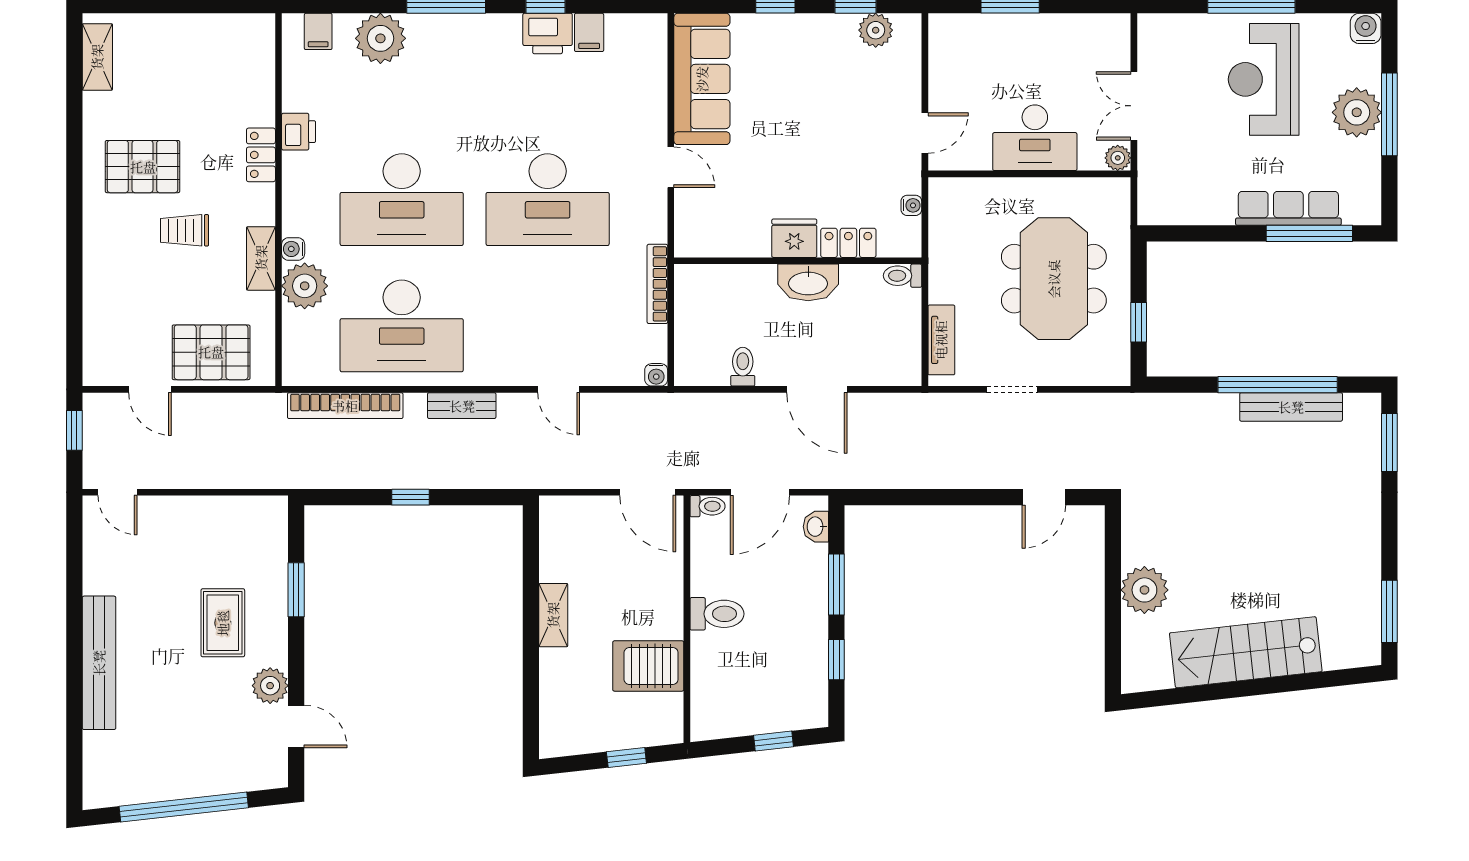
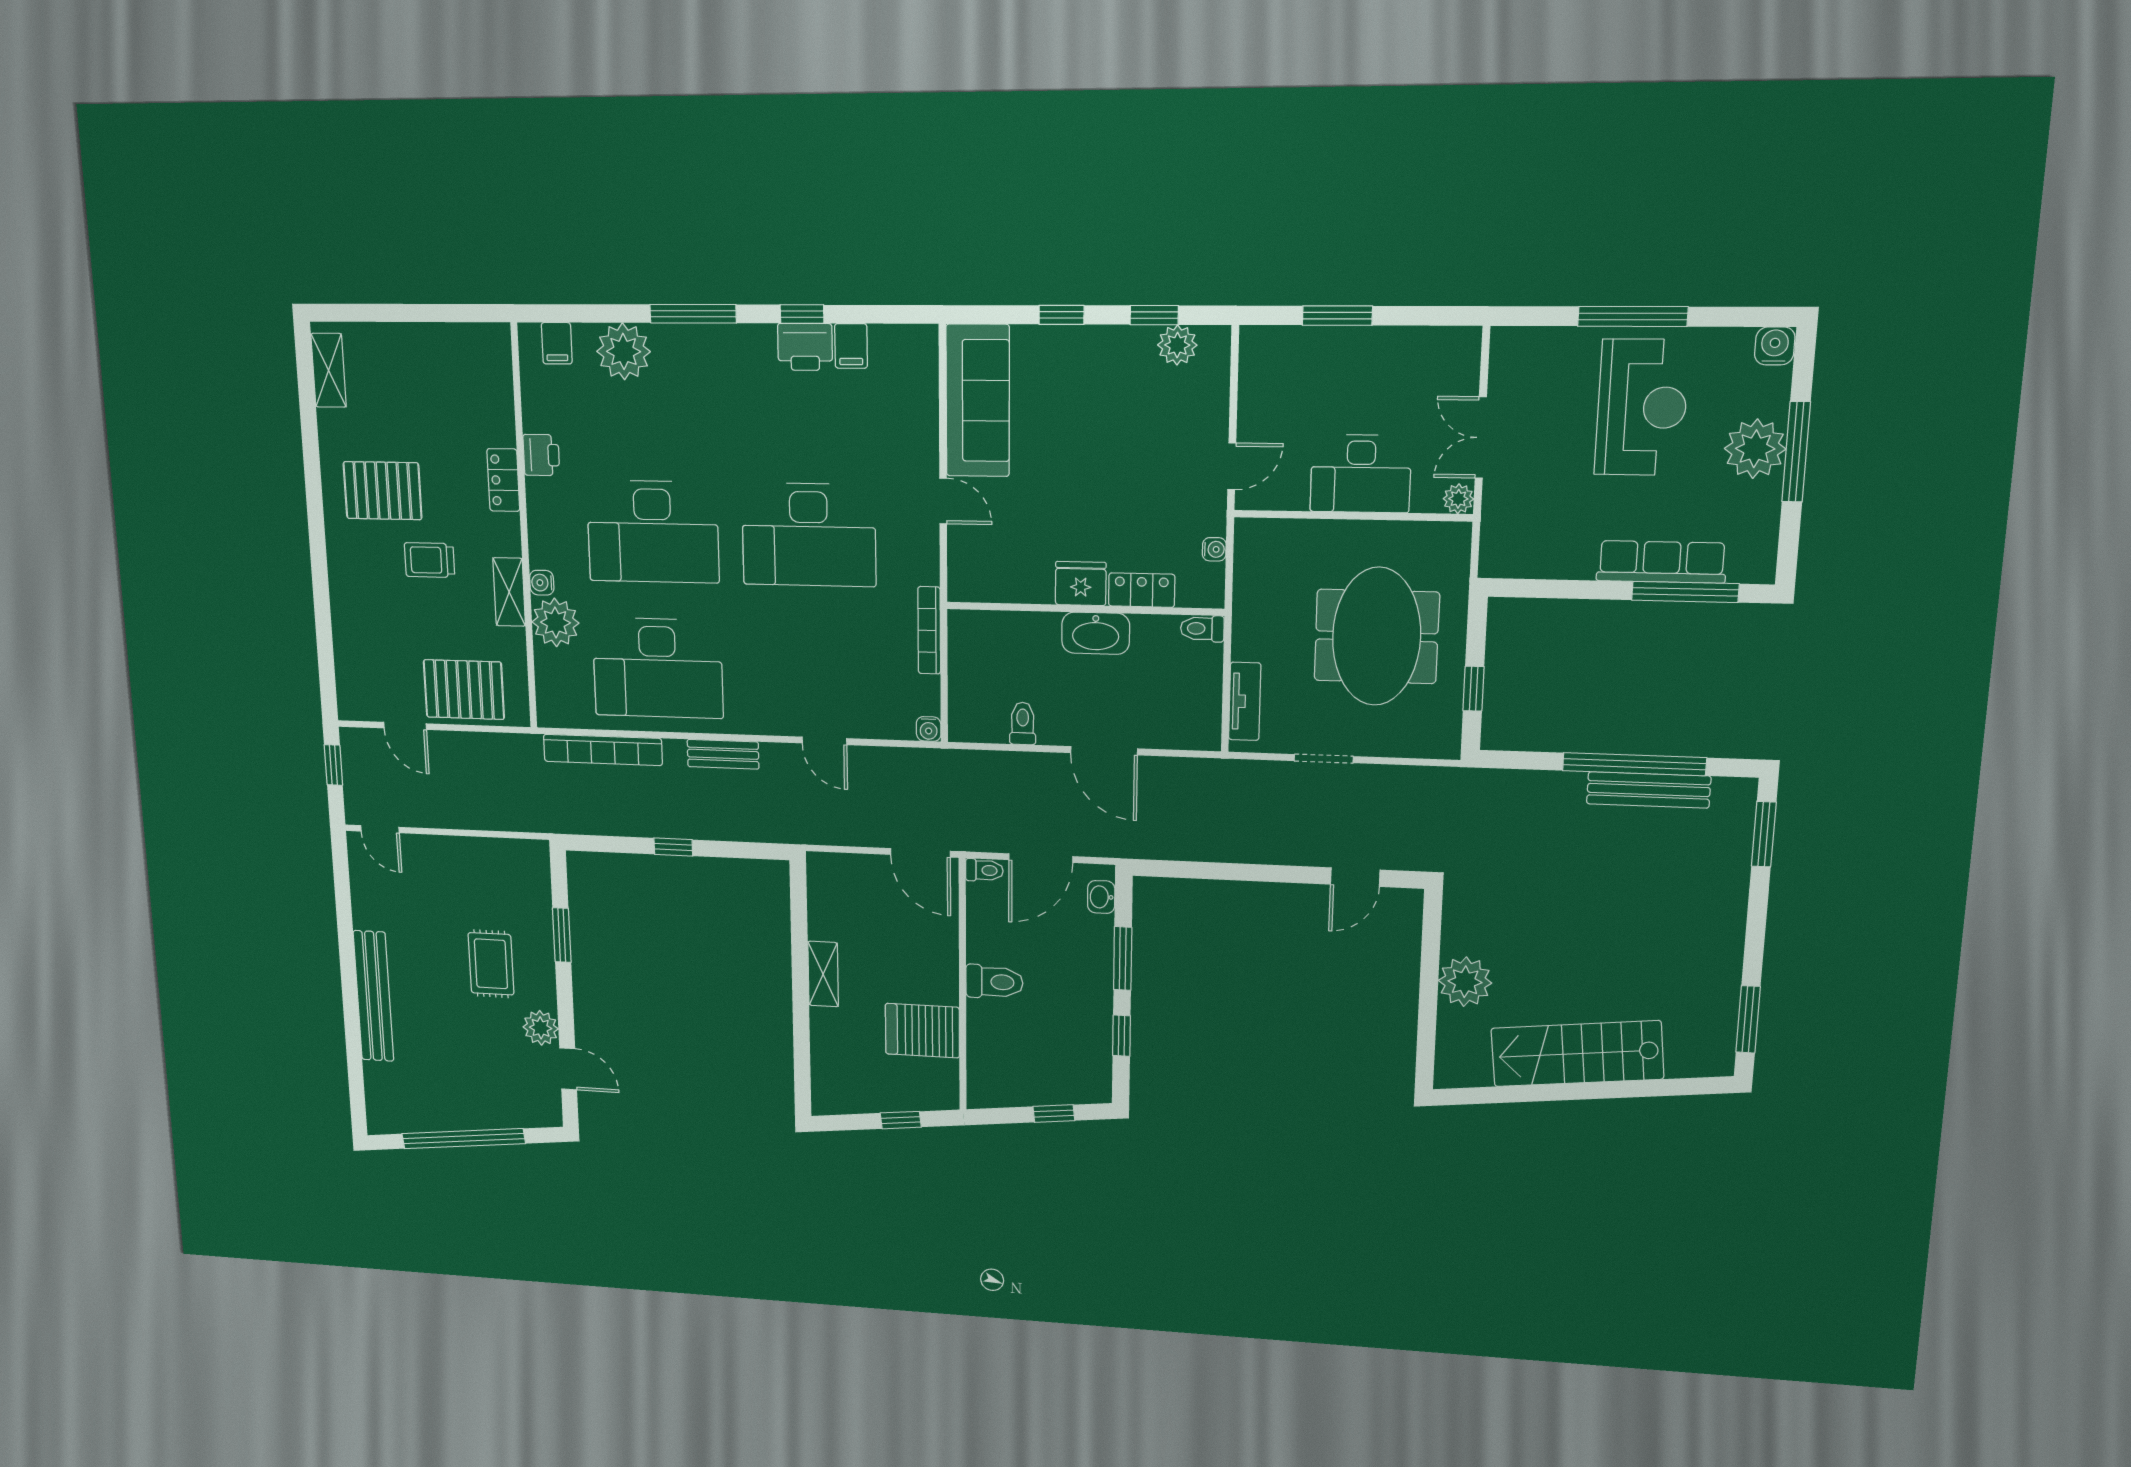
reception desk: (1264, 79) -> (1642, 407), turned 180

